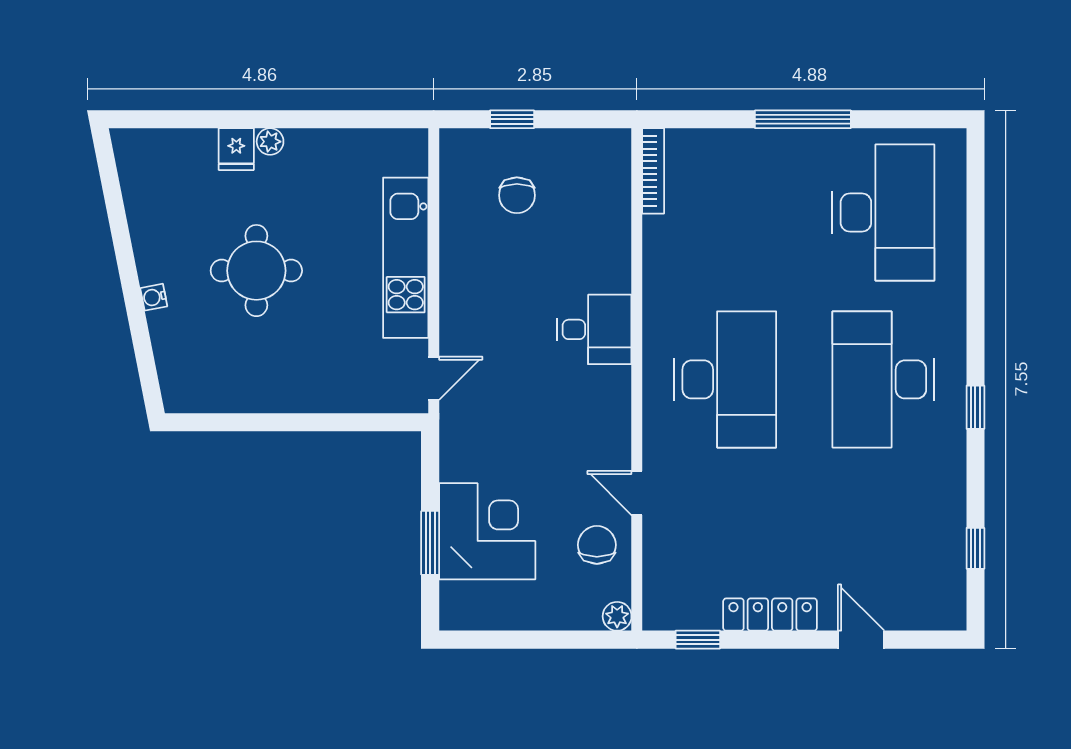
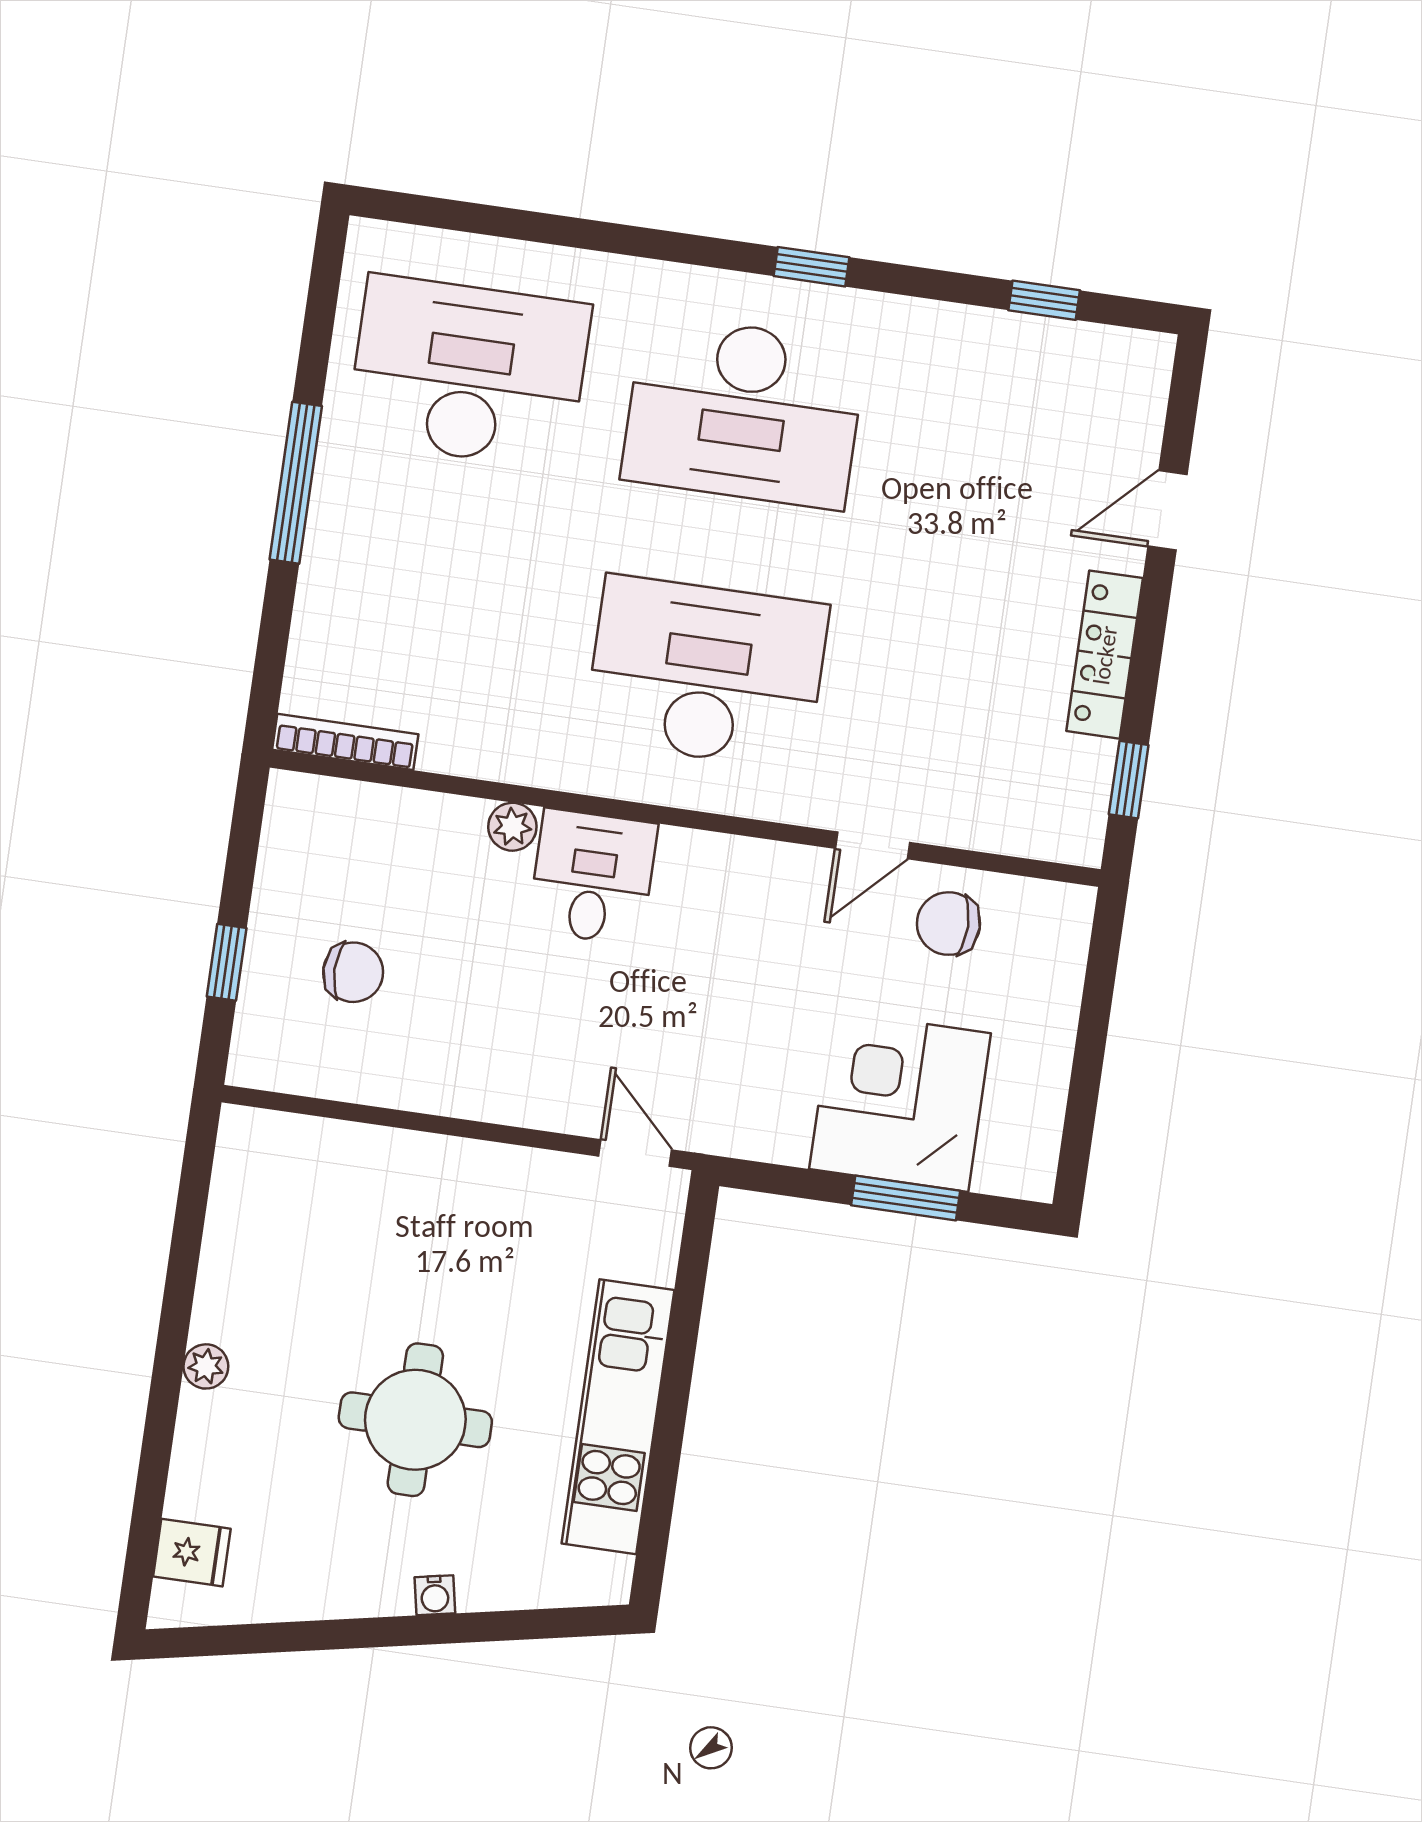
fridge: (236, 149) -> (192, 1553), moved
kitchen unit: (406, 258) -> (618, 1417), moved, turned 90
plant: (617, 616) -> (512, 827), moved

